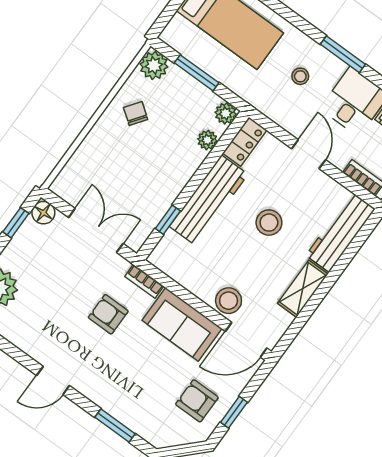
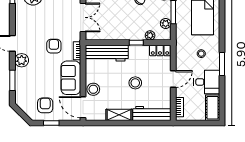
plant: (226, 113) -> (166, 24), moved
workbench: (209, 200) -> (107, 53), moved
window: (168, 220) -> (136, 43), moved
plant: (93, 386) -> (22, 60), added

